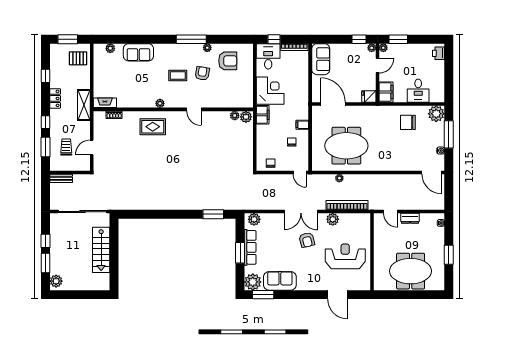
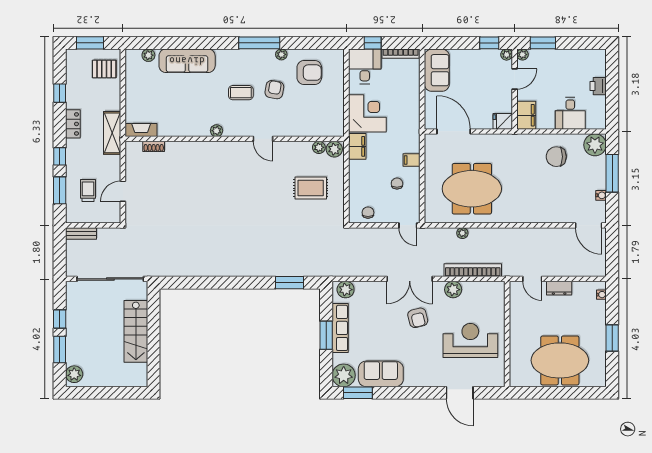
sofa: (138, 52) -> (187, 61), width x1.36
printer: (439, 53) -> (598, 86), moved
rug: (153, 127) -> (311, 188), moved

